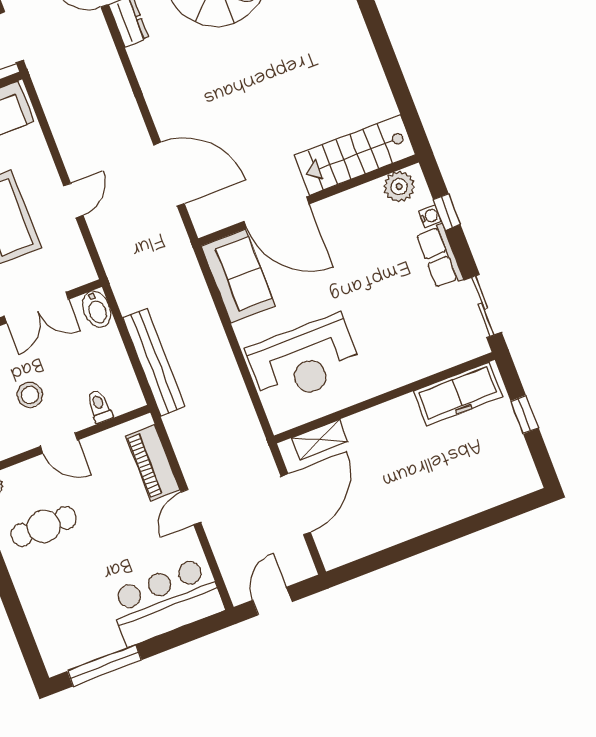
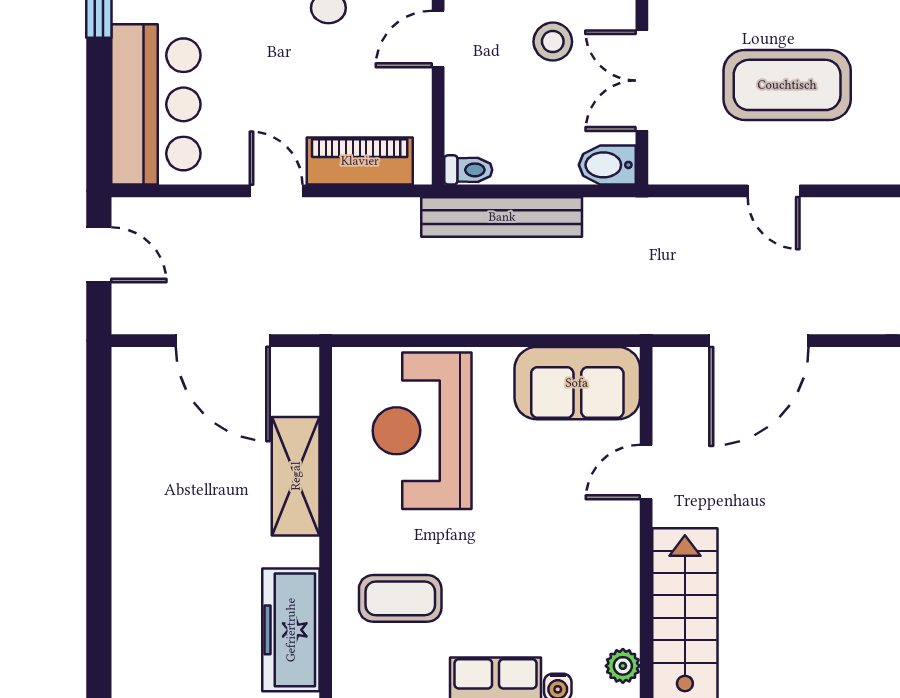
plant: (399, 187) -> (623, 666), width x0.73, depth x0.73
door: (277, 213) -> (646, 472), width x0.53
coffee table: (413, 334) -> (400, 598), added
stool: (30, 395) -> (553, 42), moved
toilet: (99, 406) -> (468, 170), moved
shelving: (320, 440) -> (296, 476), moved, width x1.50, depth x1.33

